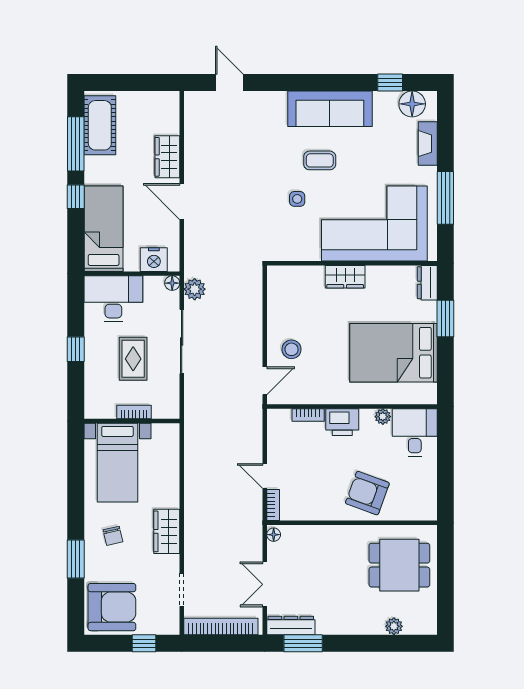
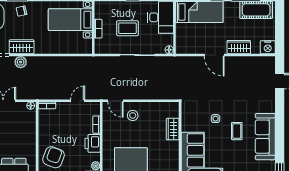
door: (182, 201) -> (214, 55), swing flipped
nightstand: (154, 260) -> (268, 47), moved, turned -90
wardrobe: (345, 277) -> (173, 129), moved
plant: (195, 289) -> (21, 62), moved
door: (265, 476) -> (78, 101), moved
wardrobe: (167, 531) -> (22, 47), moved
chair: (113, 536) -> (22, 11), moved

